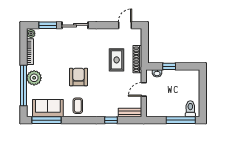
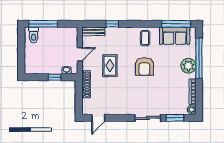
rug: (117, 60) -> (110, 66), moved

